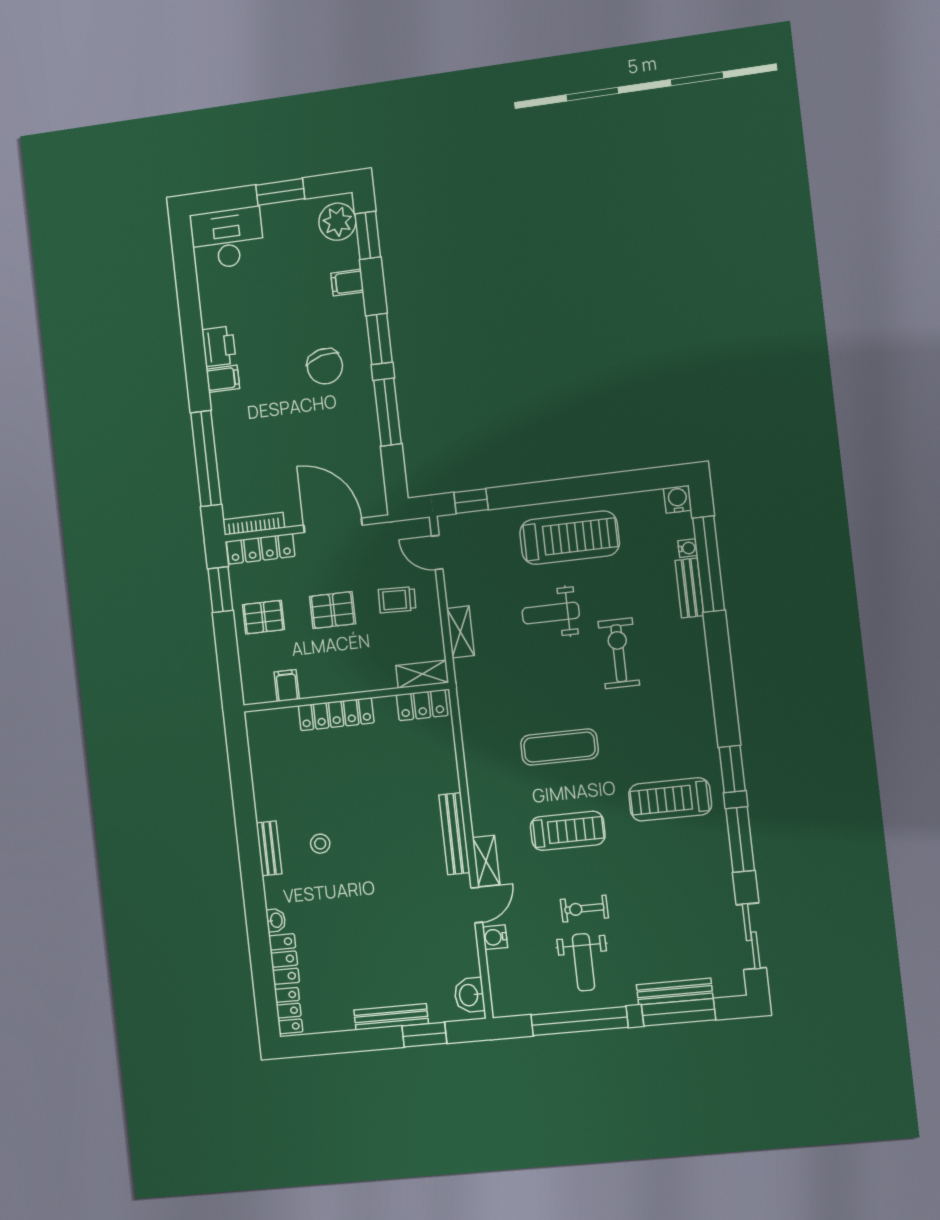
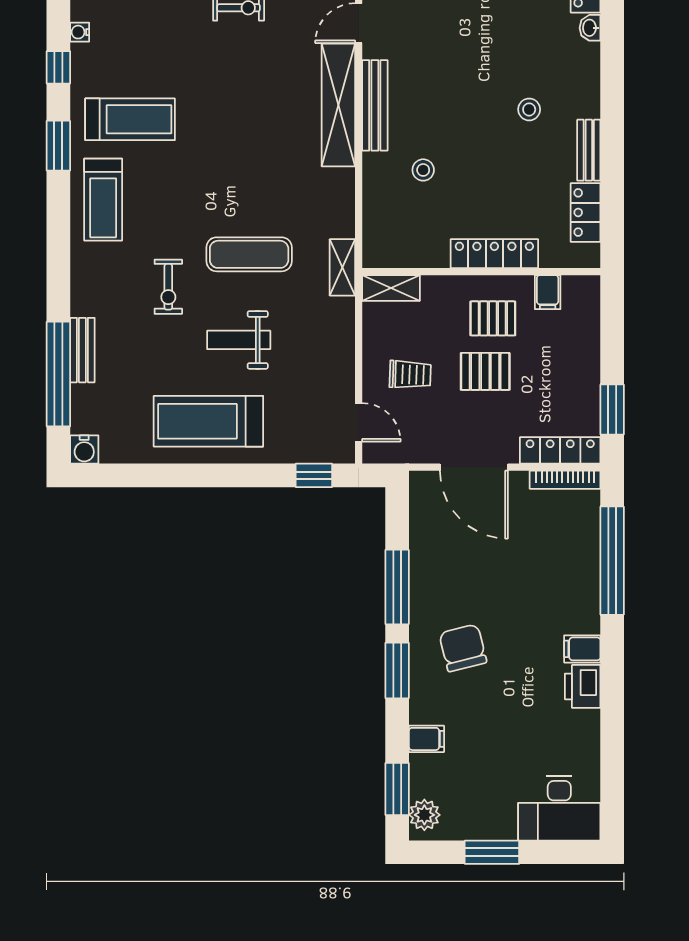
plant: (337, 222) -> (424, 815), width x0.73, depth x0.73
water cooler: (687, 548) -> (80, 32), moved
weight bench: (551, 613) -> (239, 340), turned 180
pallet: (263, 617) -> (493, 318), moved
shelving: (460, 632) -> (342, 267), moved
exercise bike: (619, 653) -> (168, 287), width x0.73, depth x0.72
locker: (422, 705) -> (586, 212), moved, turned -90
exercise mat: (559, 747) -> (249, 254), moved
stool: (406, 781) -> (423, 170), added
treadmill: (568, 831) -> (103, 200), moved, turned -90
window: (740, 840) -> (58, 67), width x0.46
bench: (269, 848) -> (589, 150), moved
shelving: (486, 861) -> (338, 105), width x2.20, depth x1.33

